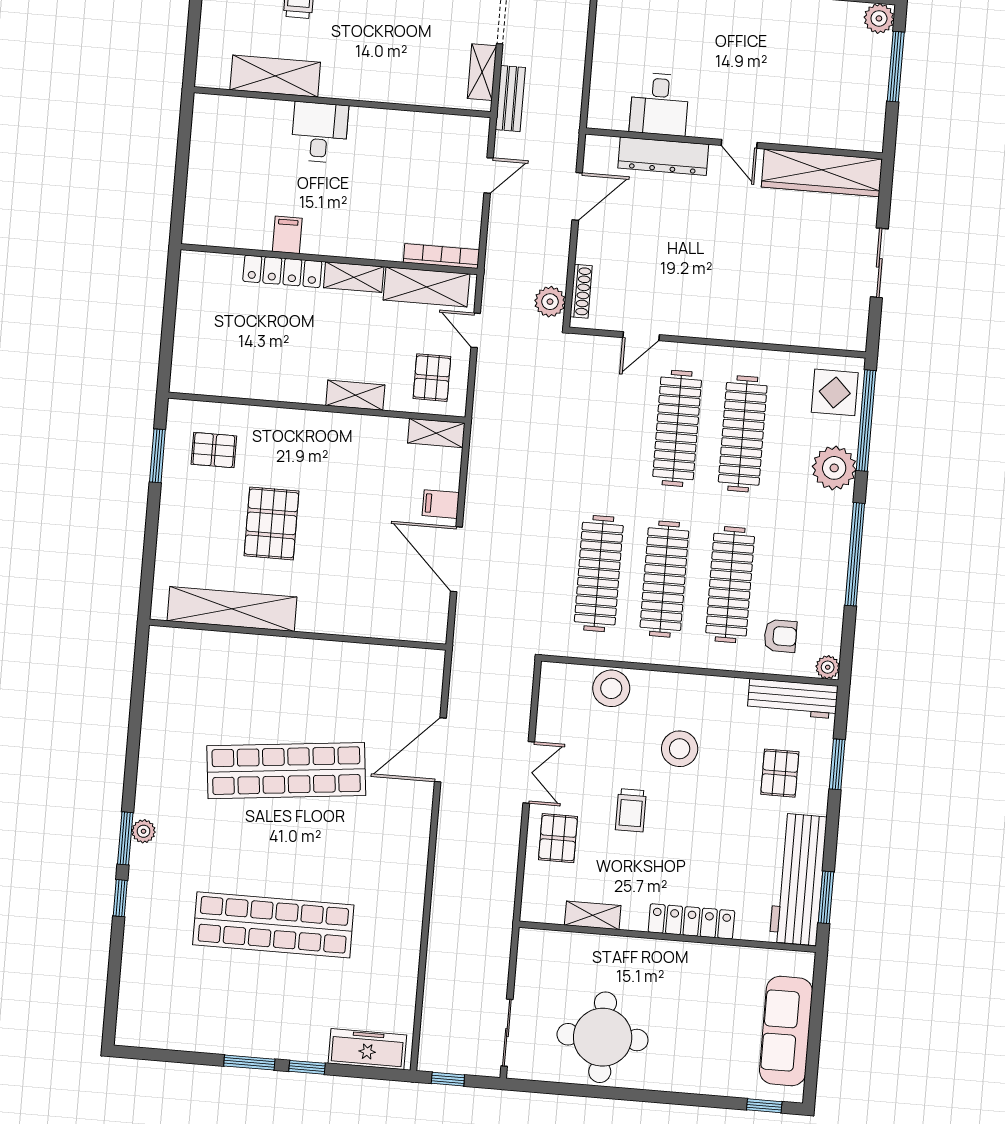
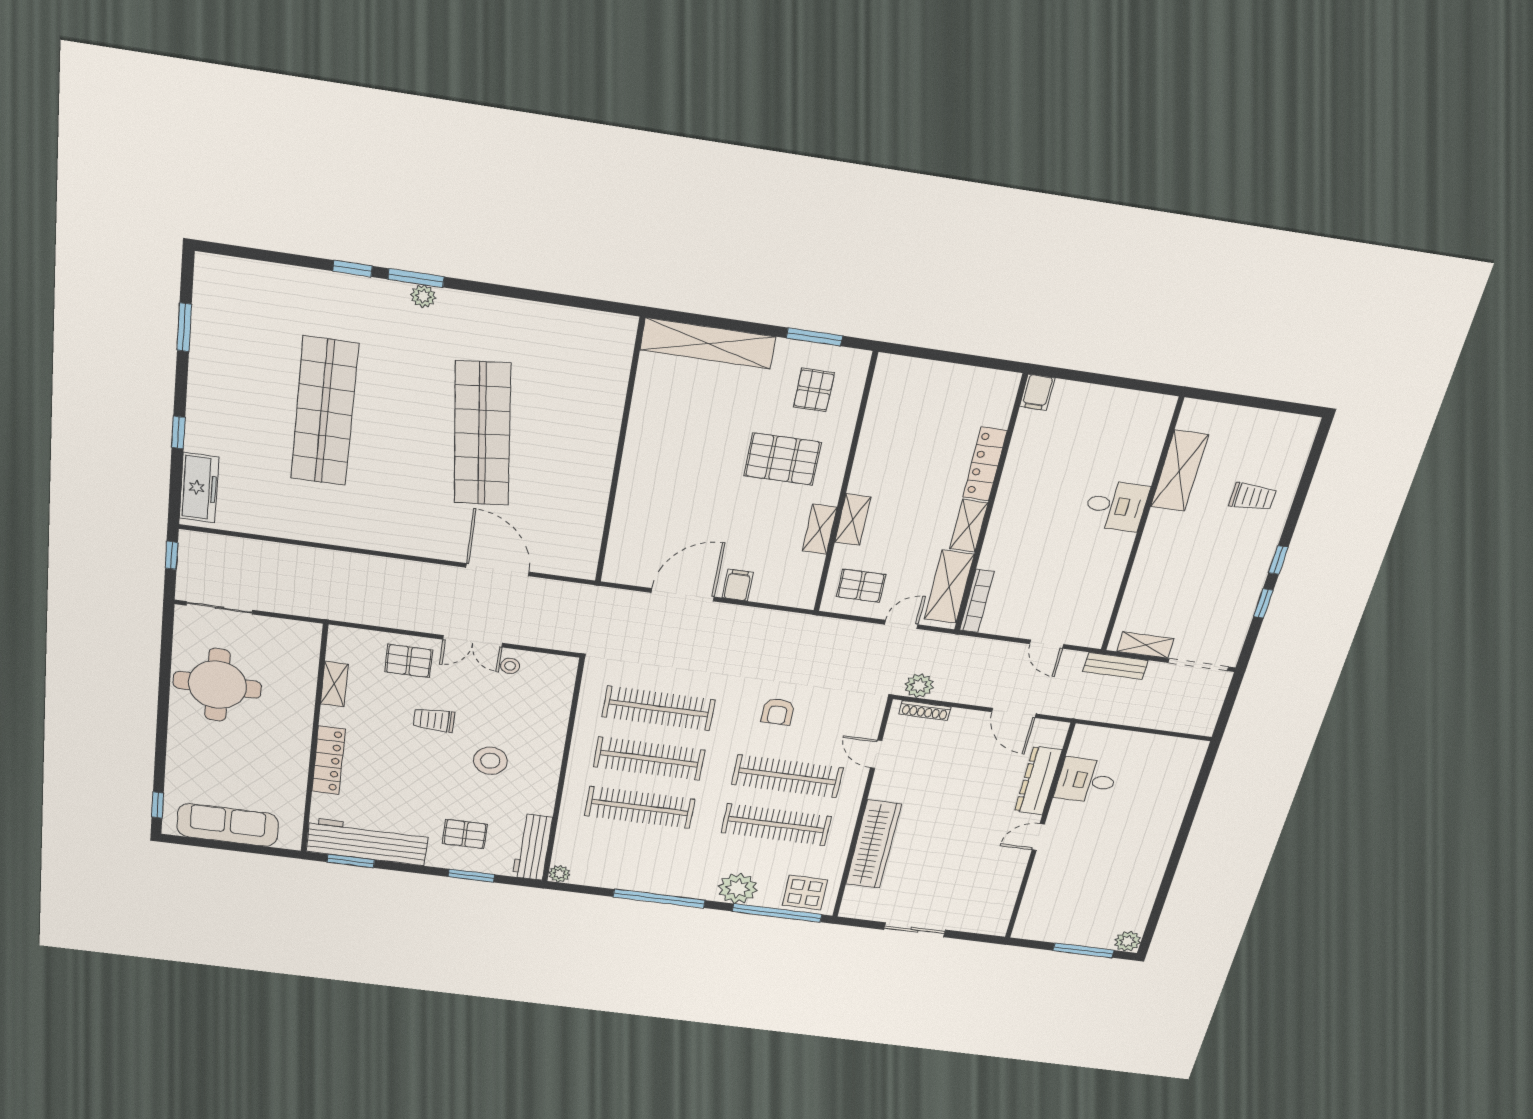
wardrobe: (822, 173) -> (873, 844), moved, turned 180
filing cabinet: (287, 235) -> (1037, 392), moved, turned 90
shelving: (436, 433) -> (820, 529), moved
pallet: (271, 523) -> (783, 459), moved
shelving: (232, 609) -> (708, 343), moved, turned 90
armchair: (780, 636) -> (778, 712), moved
stool: (611, 688) -> (510, 666), moved, width x0.53, depth x0.53
window: (249, 1063) -> (184, 327), moved

